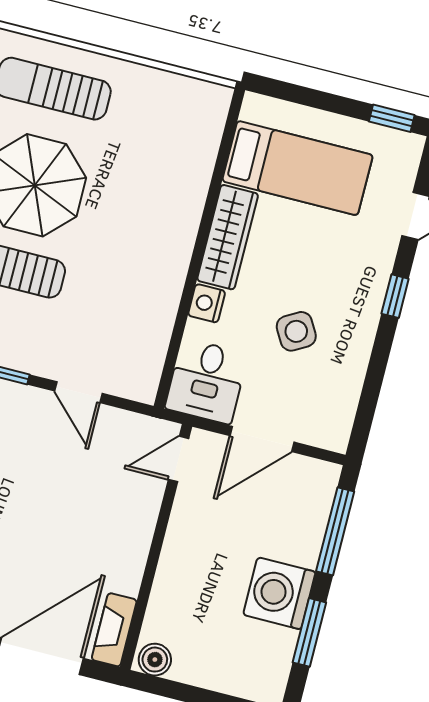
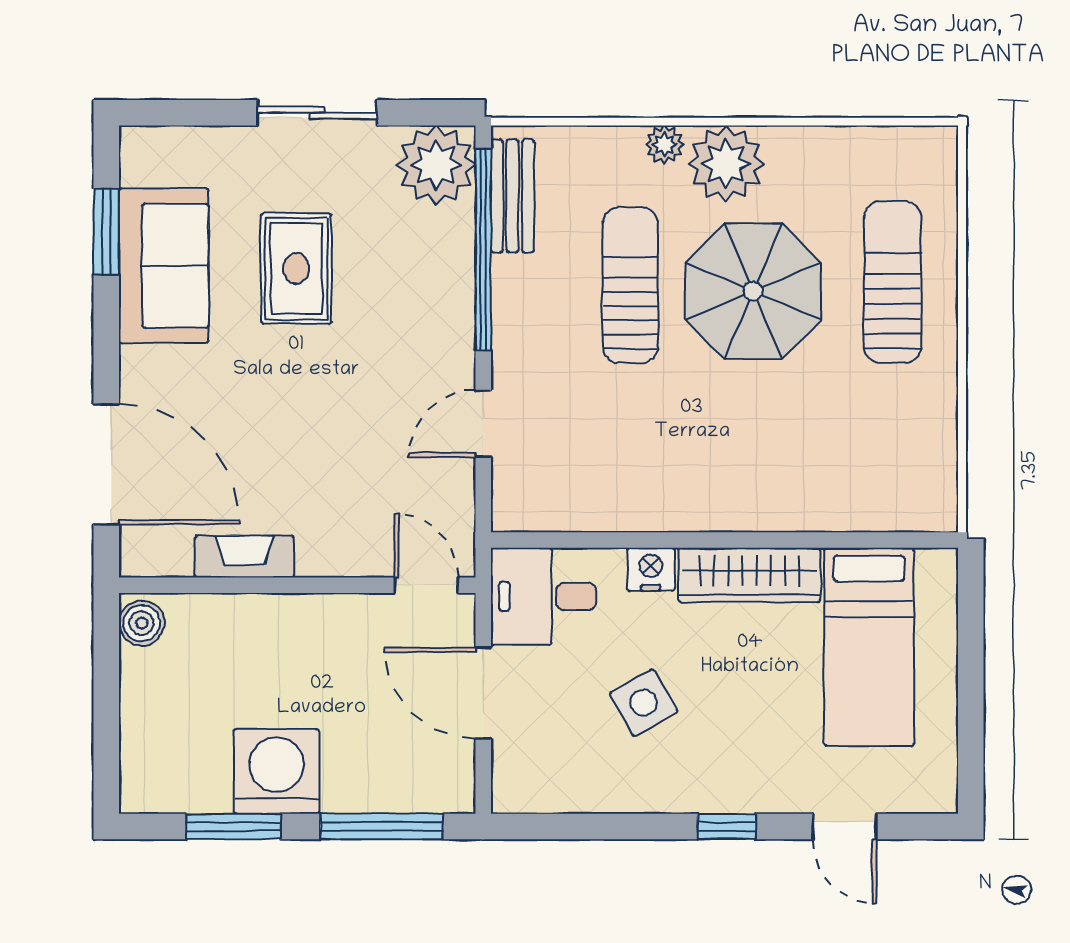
window: (392, 118) -> (971, 759), removed
fireplace: (114, 630) -> (244, 557), moved

